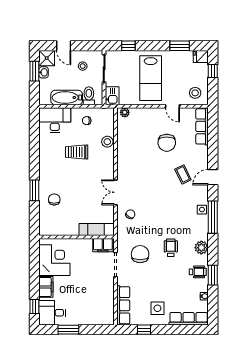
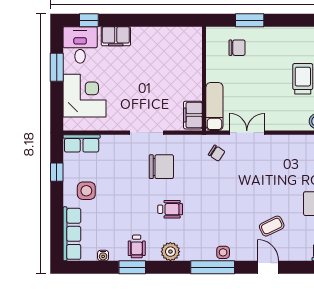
exam couch: (97, 229) -> (214, 106), moved
wall: (77, 237) -> (204, 79), moved
filing cabinet: (103, 245) -> (193, 115), moved
corner desk: (54, 260) -> (85, 96), moved, turned -90
row of seats: (123, 305) -> (82, 143), width x0.68

